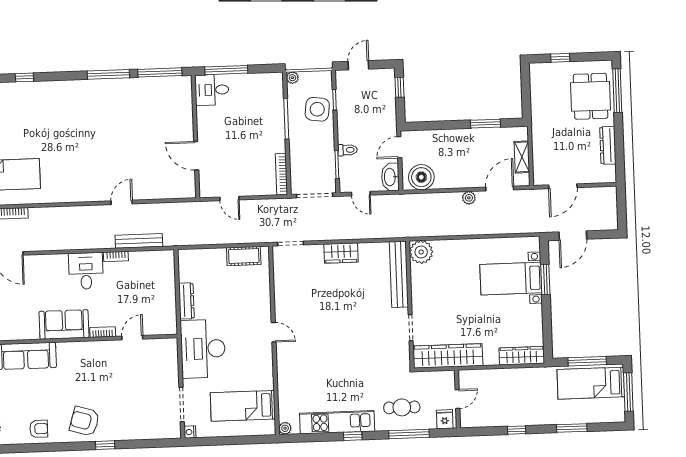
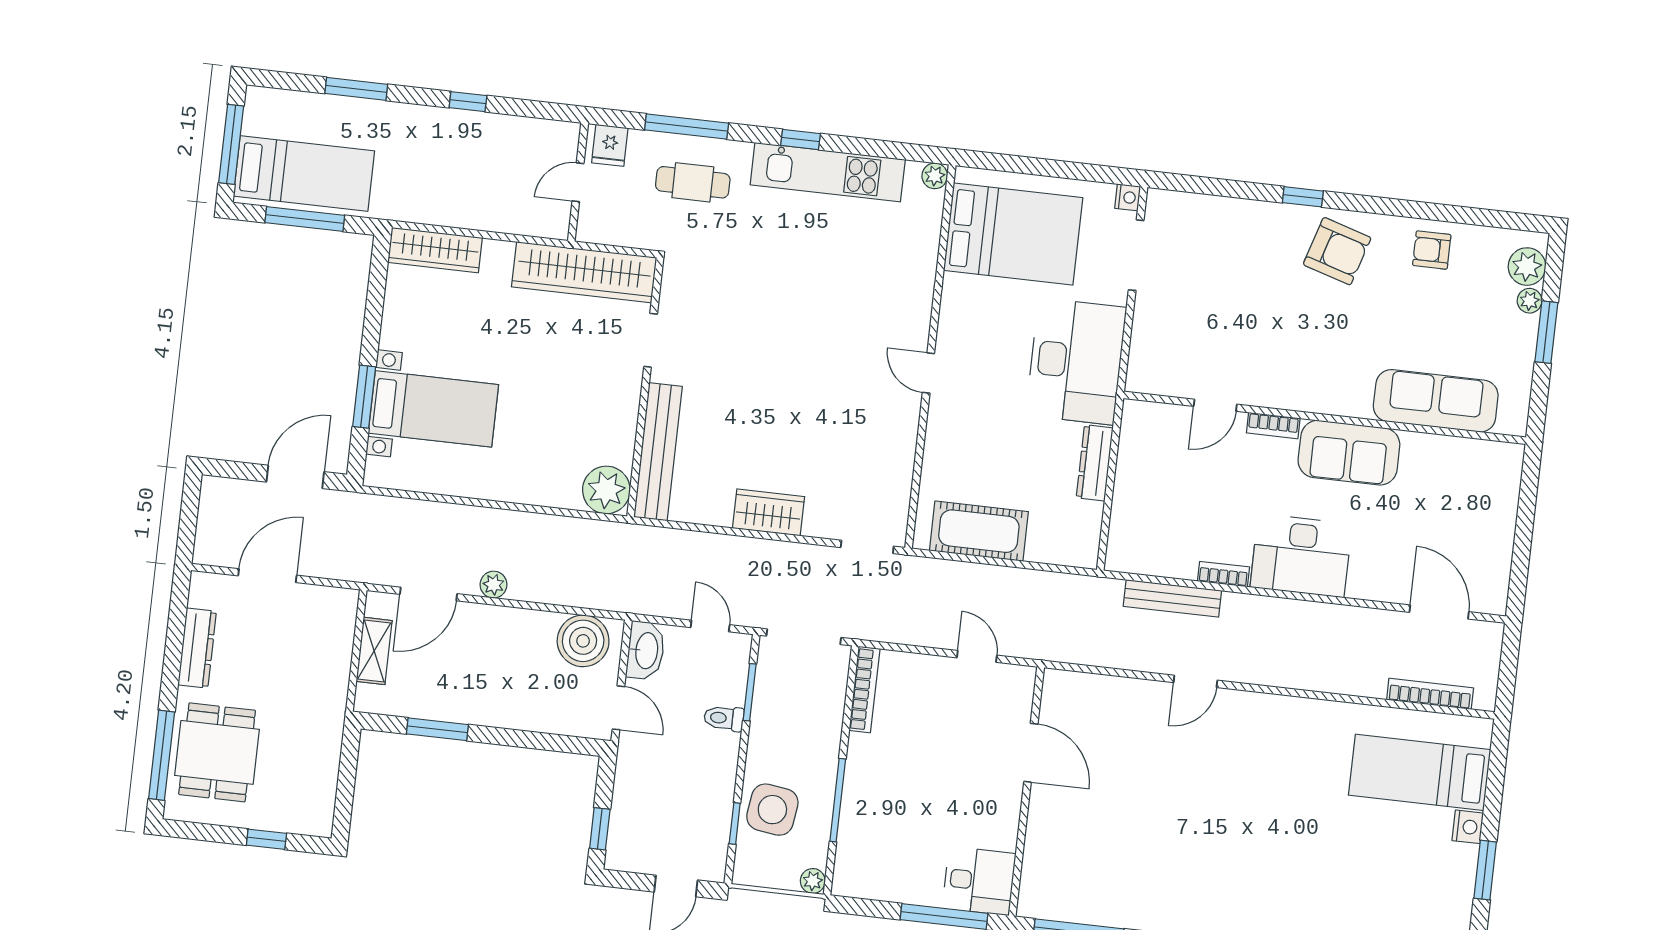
door: (399, 147) -> (618, 708), hinge flipped
door: (563, 186) -> (267, 576), moved
cot: (244, 256) -> (979, 531), width x1.37, depth x1.34
desk: (86, 271) -> (1301, 556), width x1.37
bed: (243, 406) -> (1013, 234), width x1.50

